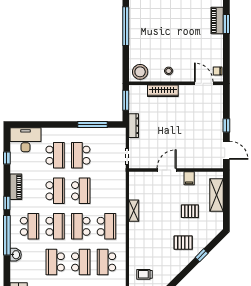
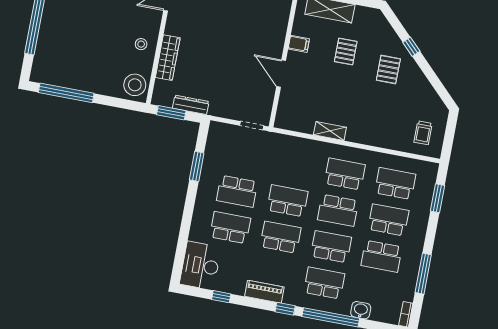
window: (93, 125) -> (197, 166), width x0.69
dresser: (134, 126) -> (191, 105), moved
school desk: (106, 262) -> (395, 184), turned 180

